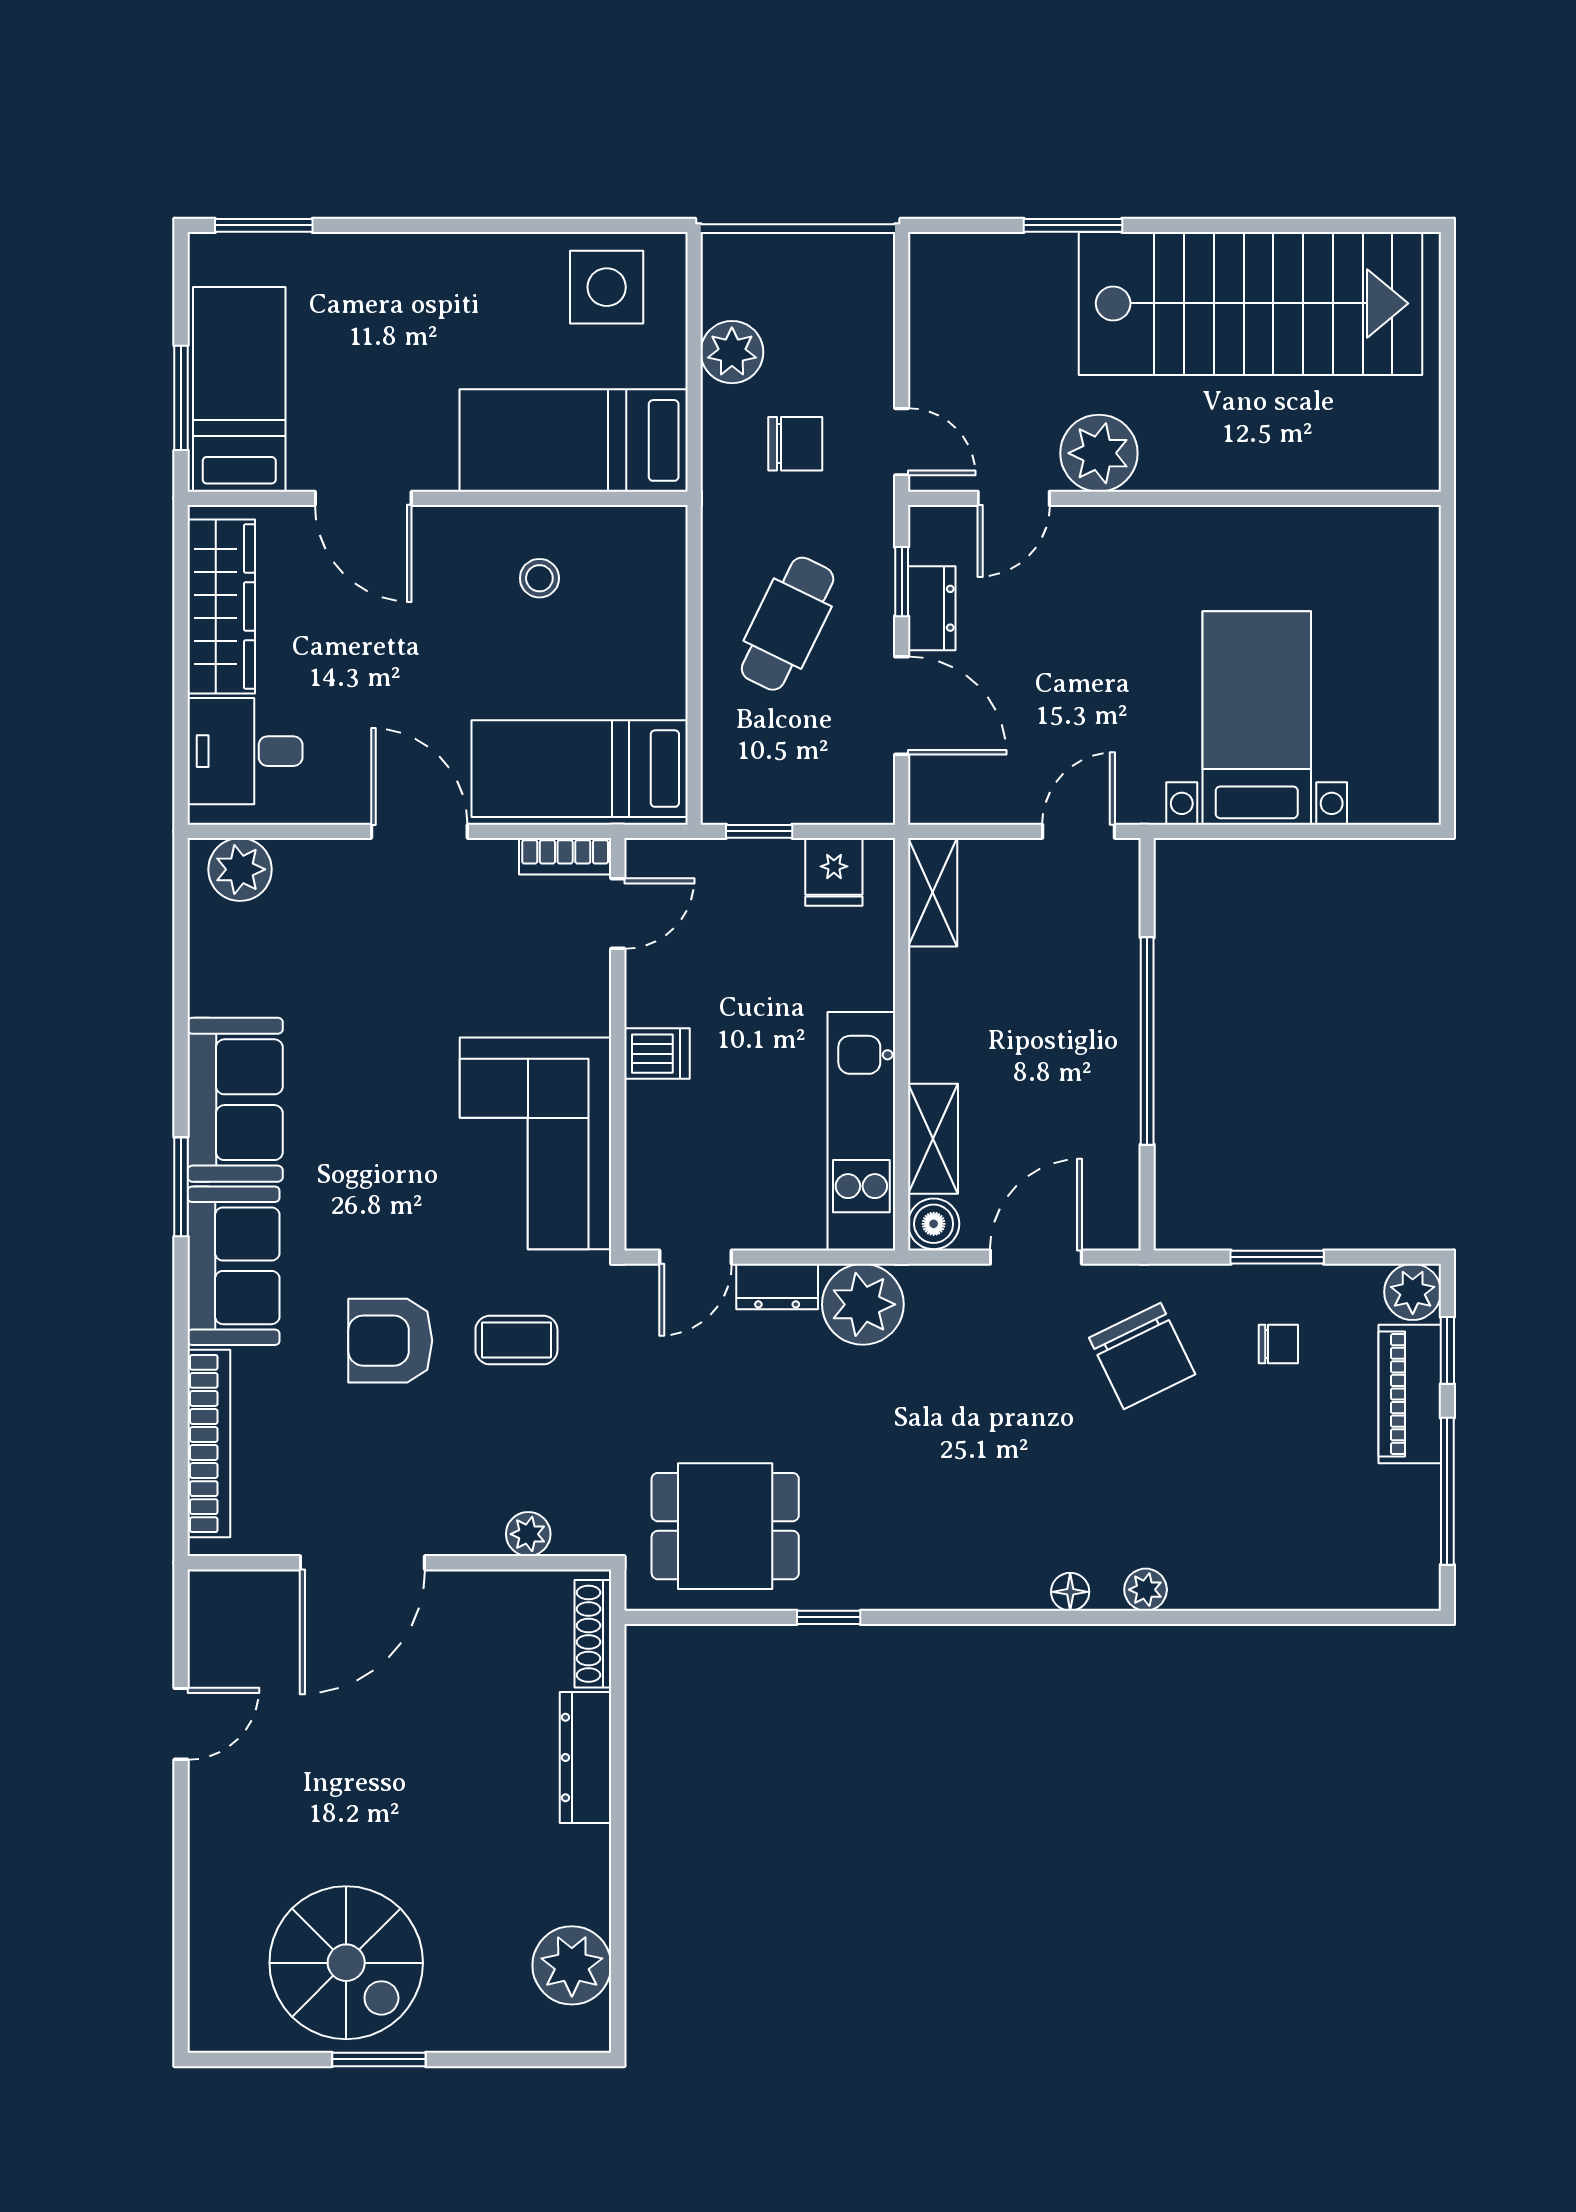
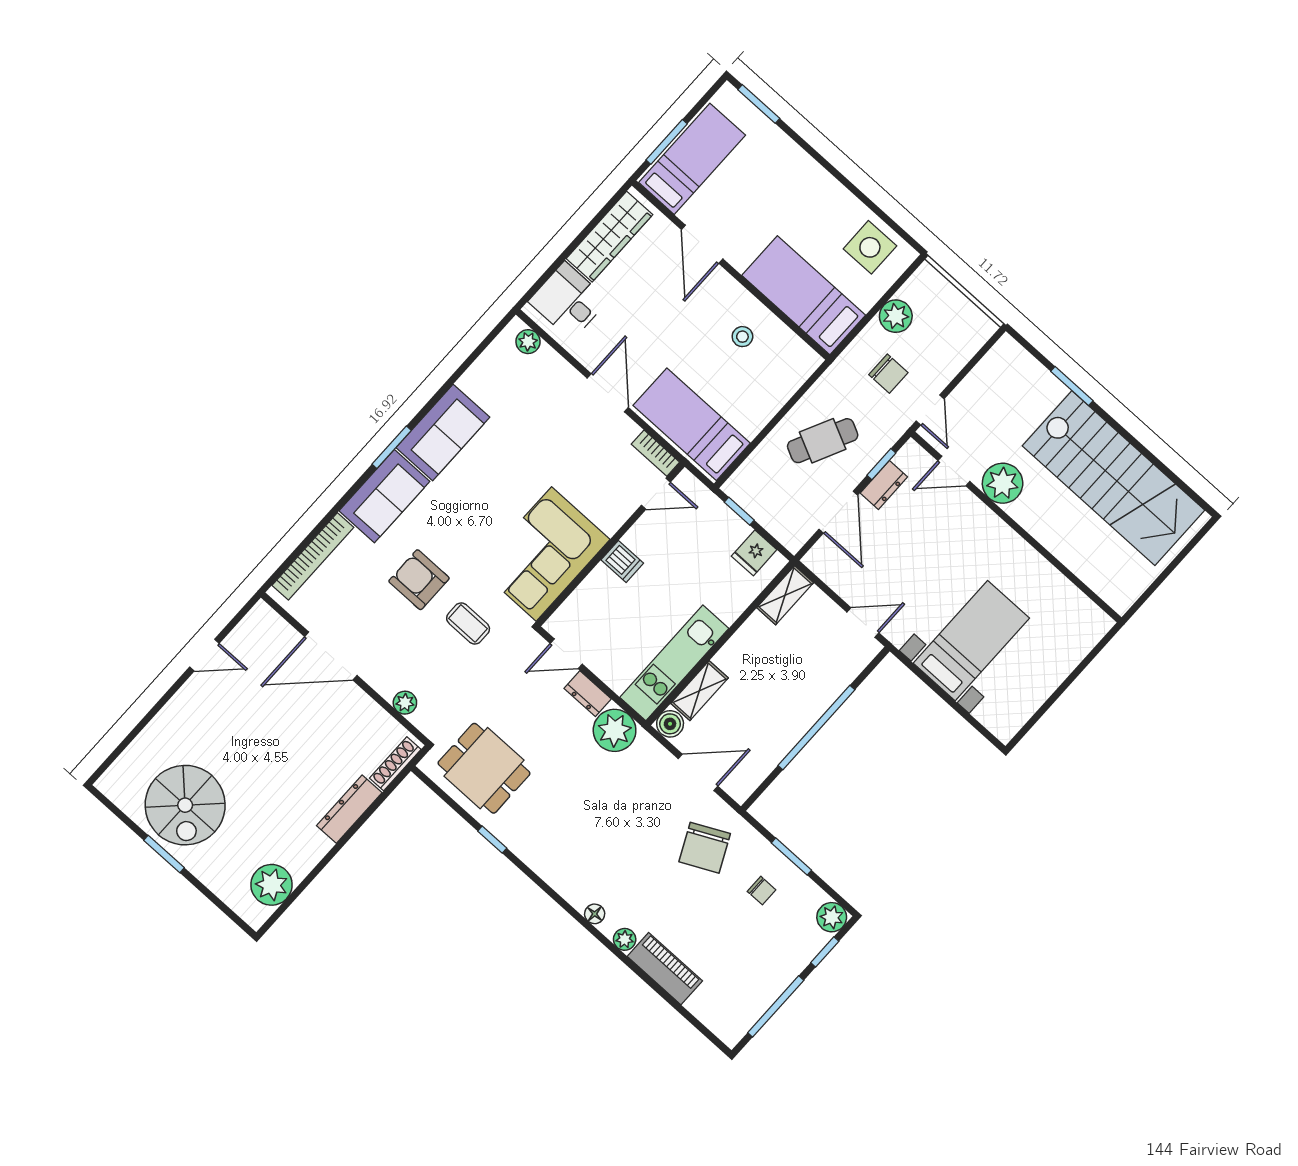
plant: (240, 869) -> (528, 342), width x0.73, depth x0.73
piano: (1410, 1394) -> (665, 969), moved, turned 90

